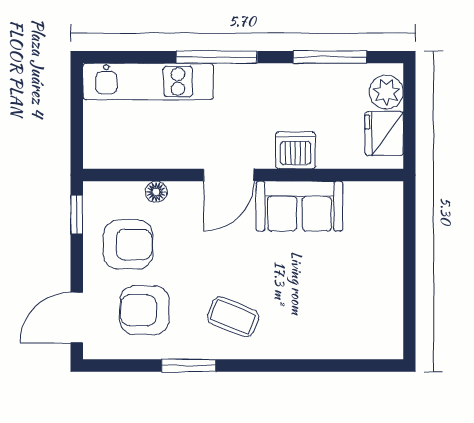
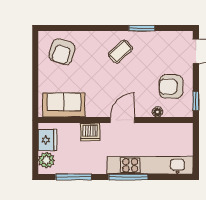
kitchen unit: (148, 82) -> (150, 165), width x1.36
sofa: (299, 206) -> (64, 105), moved
armchair: (144, 310) -> (62, 52), moved, turned 107
coffee table: (233, 317) -> (120, 52), turned -65

